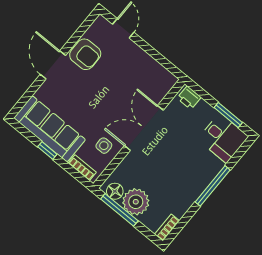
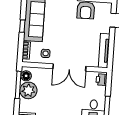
tv unit: (154, 68) -> (104, 51), added
double door: (144, 128) -> (69, 68), swing flipped

